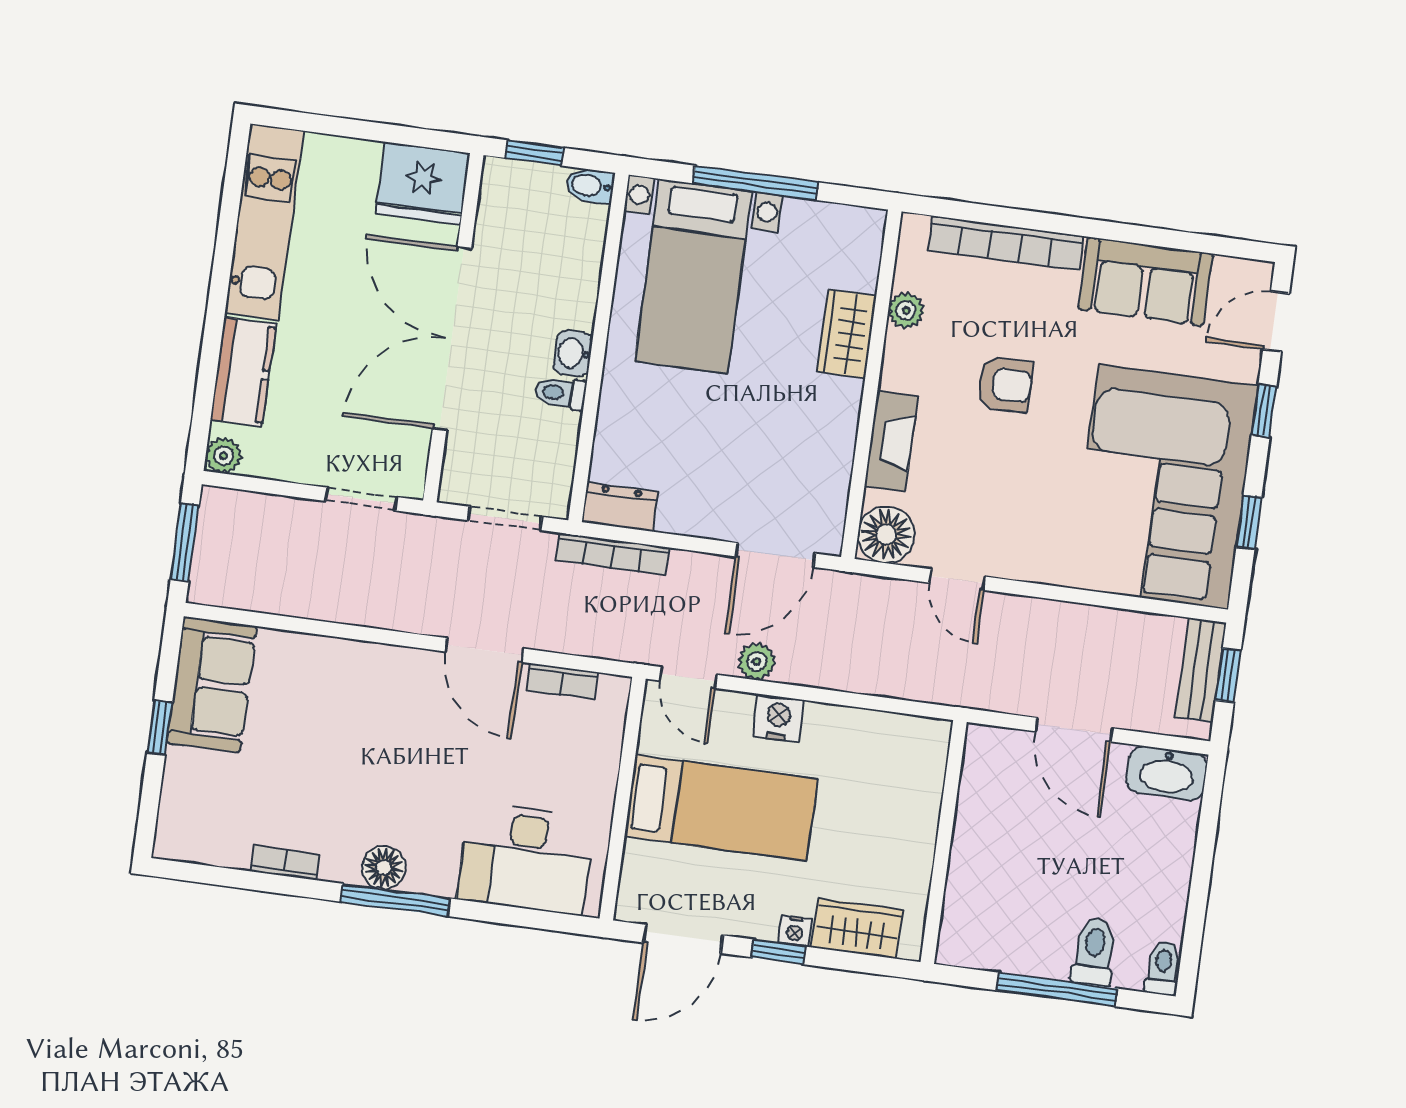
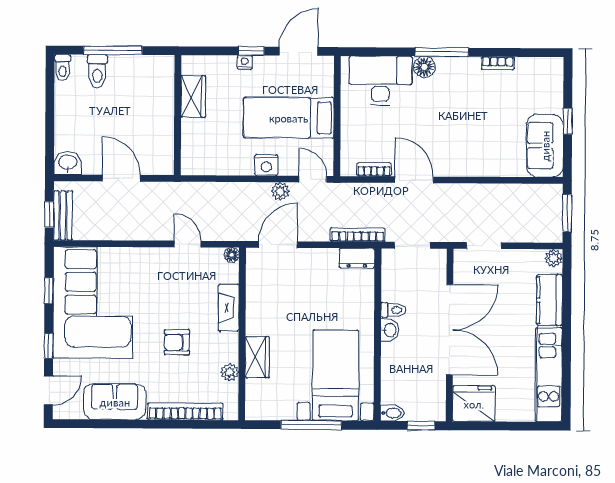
floor lamp: (886, 535) -> (232, 255), width x0.53, depth x0.53
washbasin: (1167, 773) -> (68, 163), width x0.72
floor lamp: (384, 868) -> (424, 67), moved
wardrobe: (857, 928) -> (193, 96), moved, turned -90

